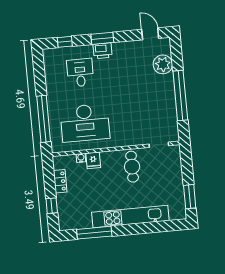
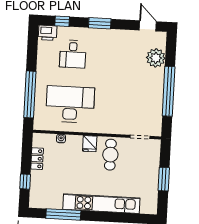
printer: (103, 51) -> (48, 33), moved
desk: (80, 73) -> (73, 54), turned 180
desk: (85, 123) -> (70, 104), turned 180
fridge: (93, 160) -> (90, 144), moved
window: (190, 197) -> (164, 179), moved

